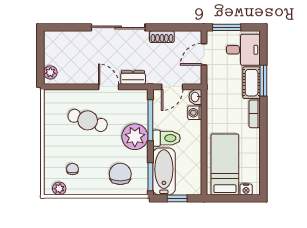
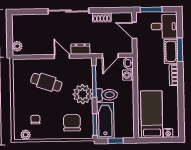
door: (204, 54) -> (134, 30), hinge flipped

